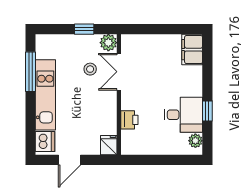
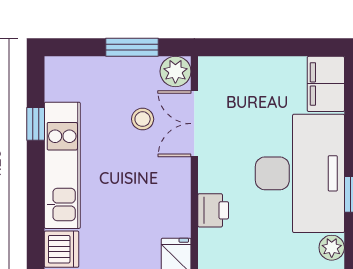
window: (84, 29) -> (132, 47), width x1.50
window: (31, 72) -> (36, 124), width x0.46
desk: (183, 115) -> (300, 173), width x1.87, depth x1.30

